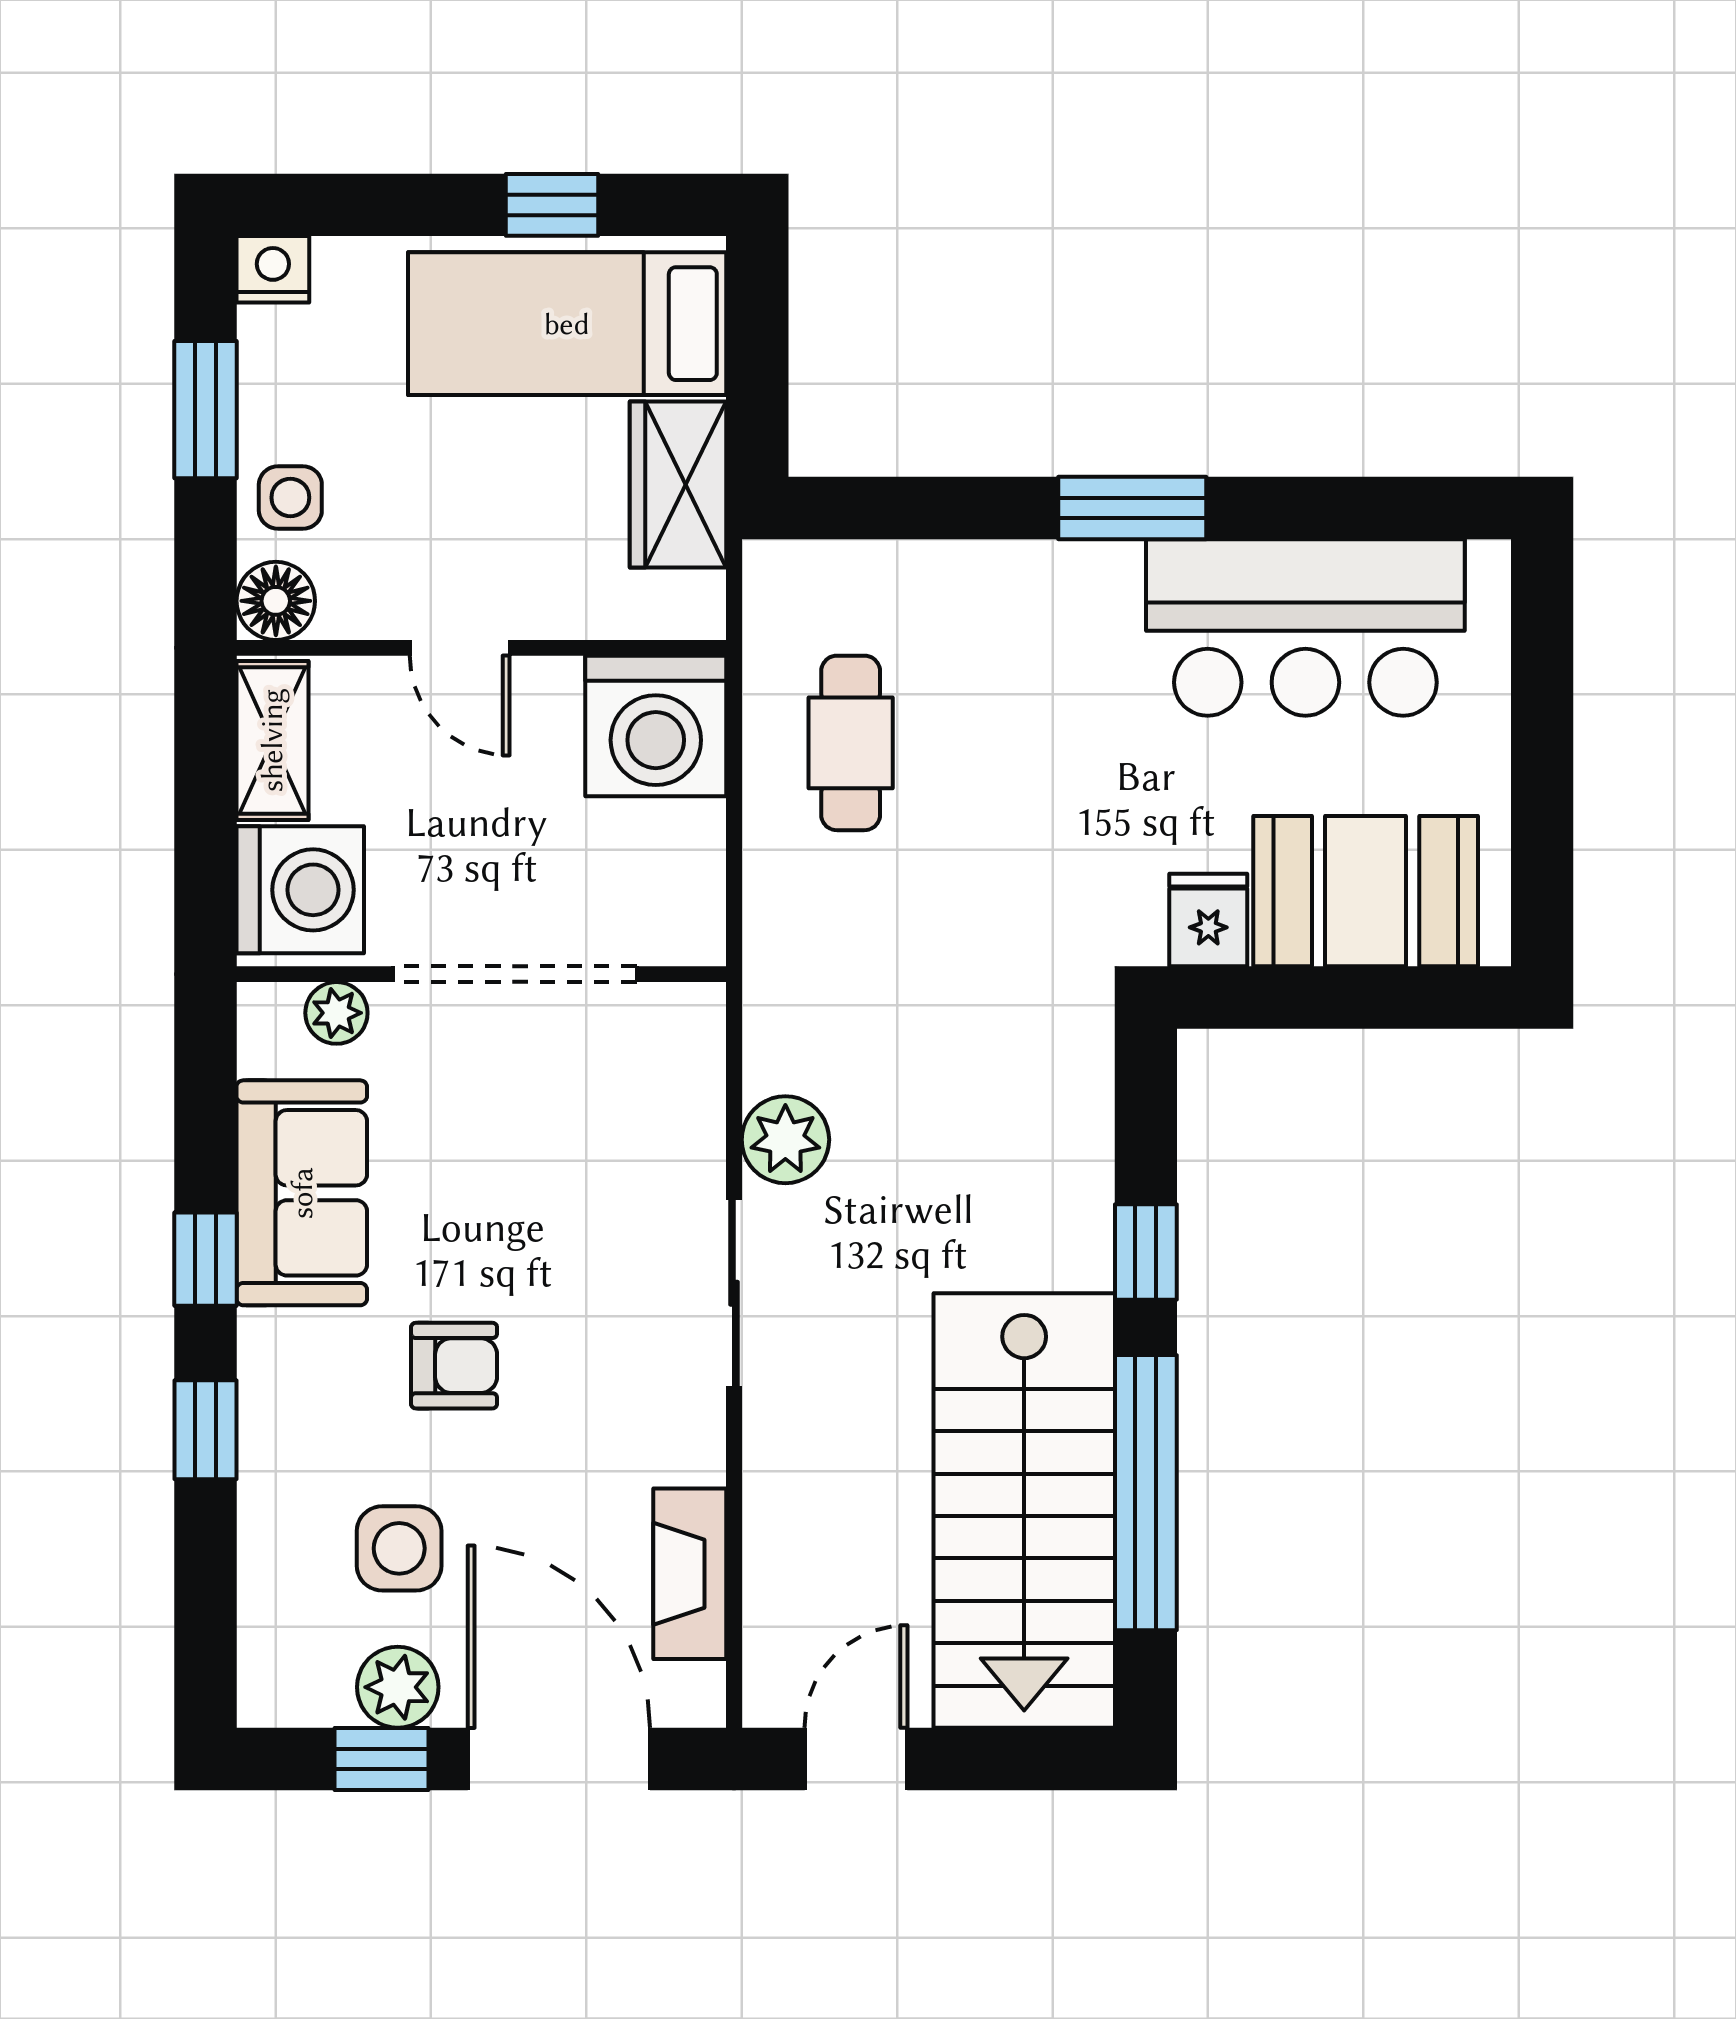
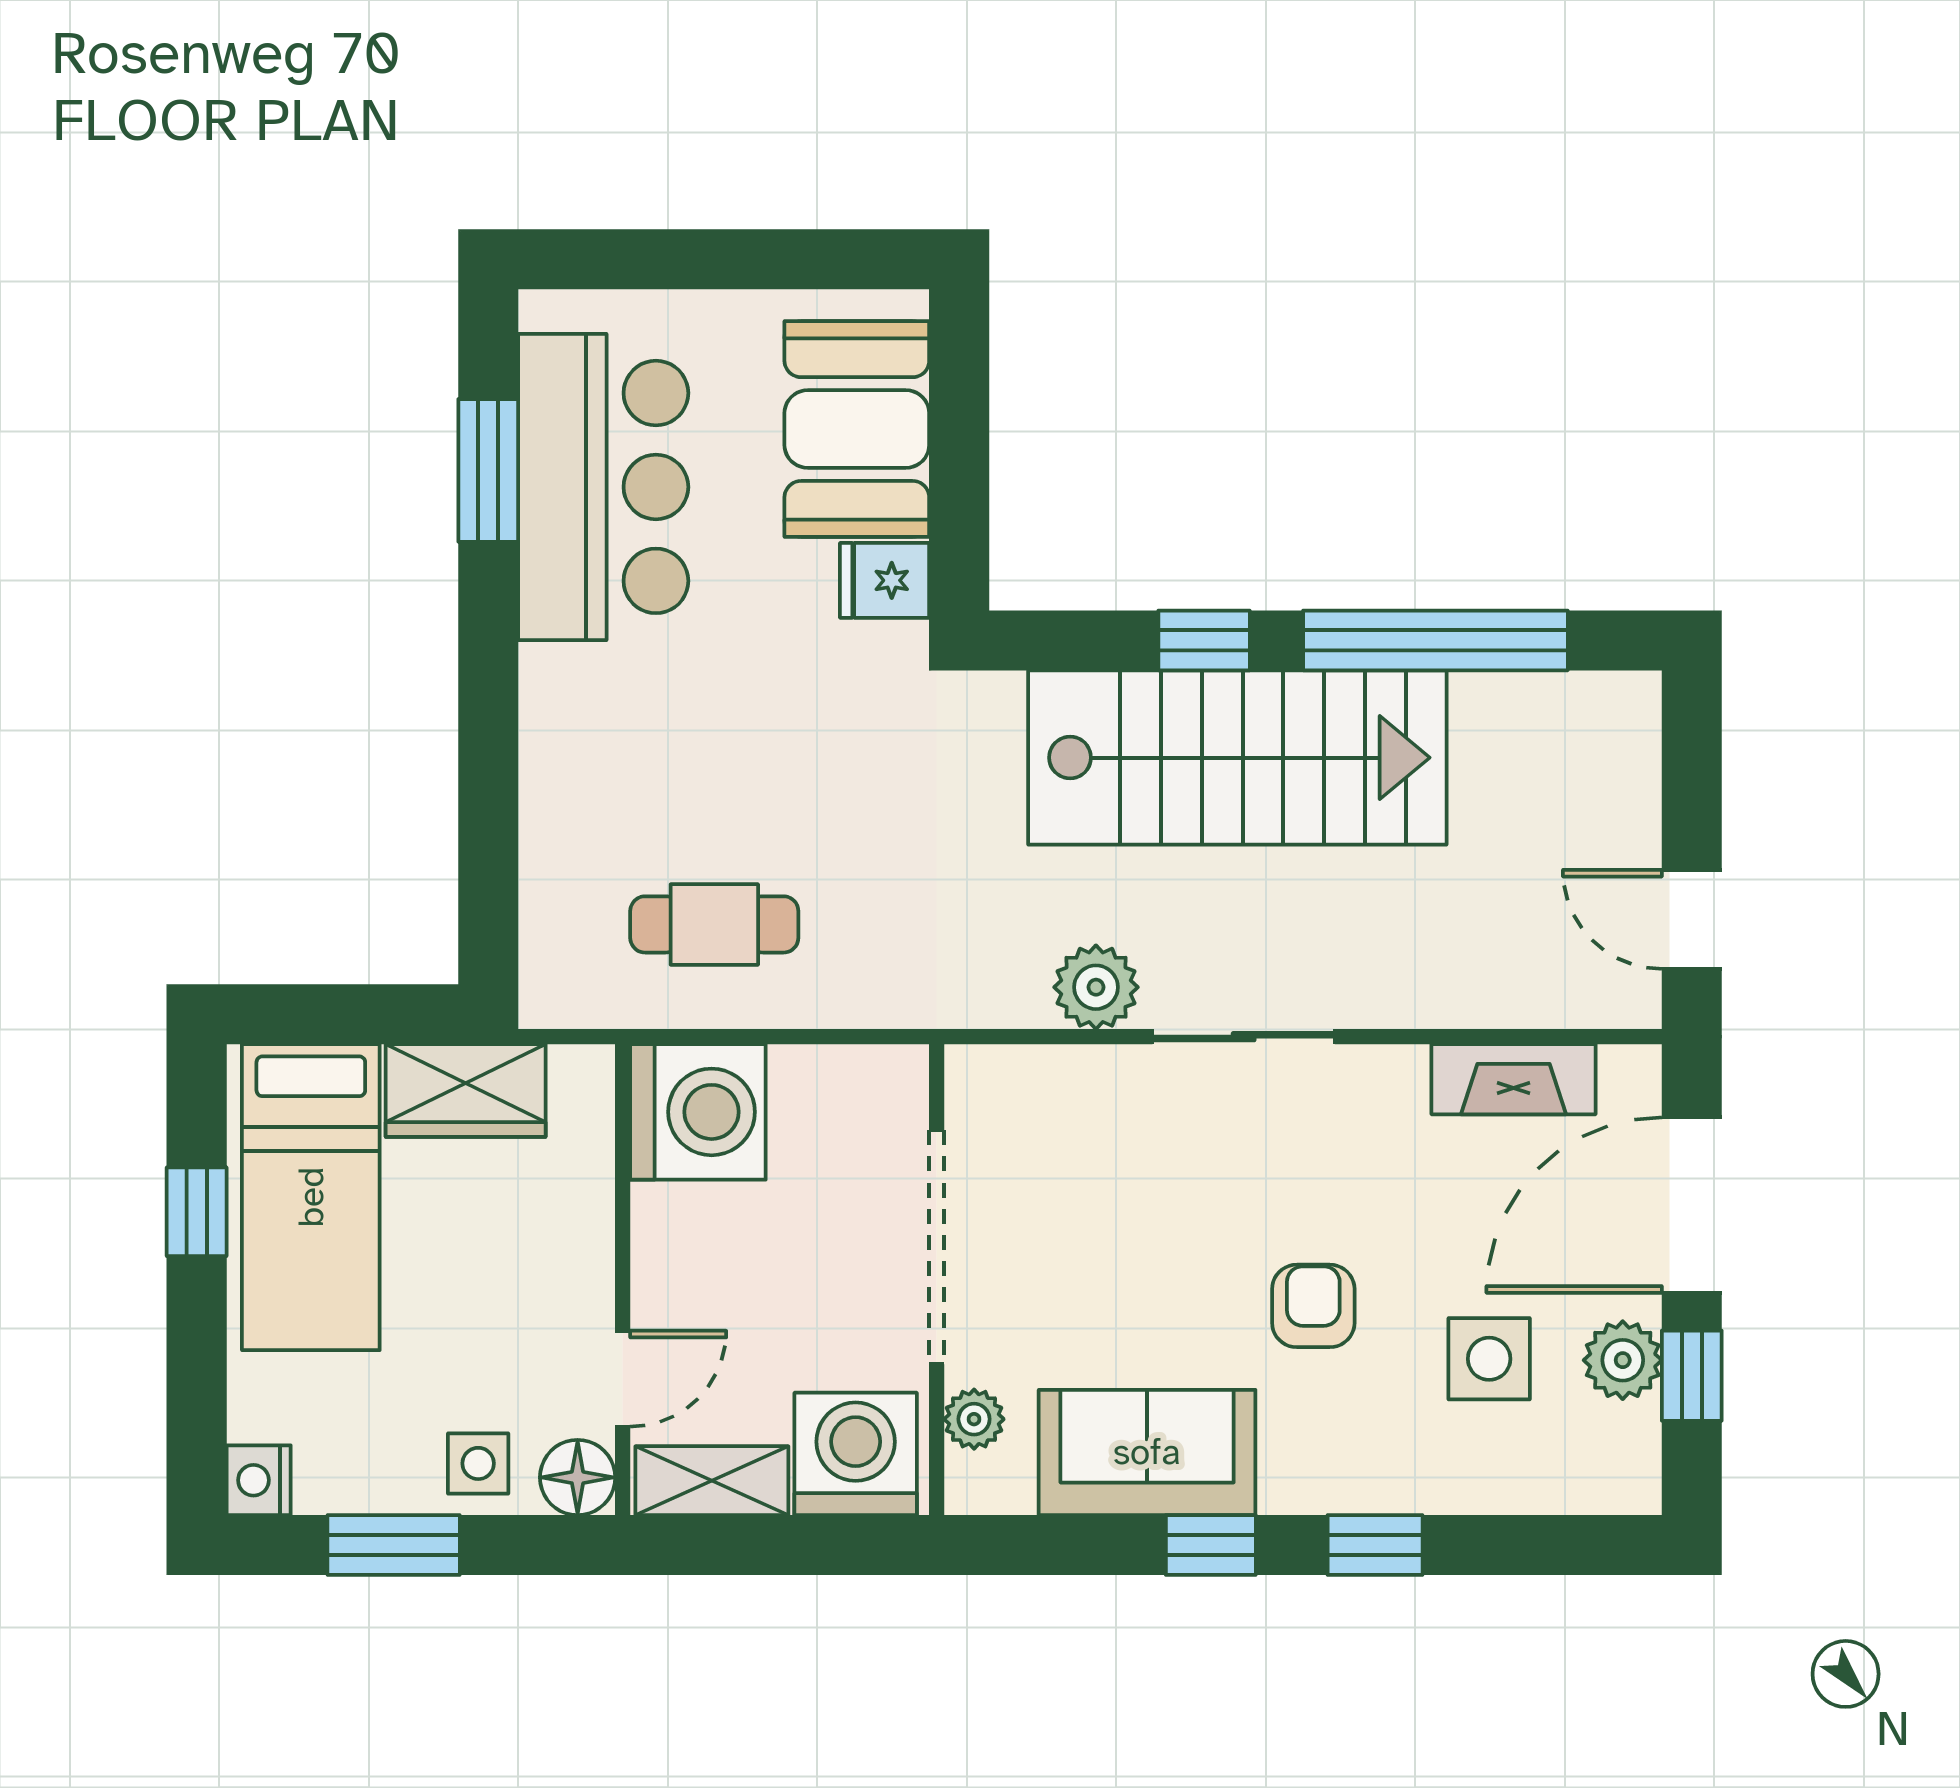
window: (1132, 508) -> (488, 470), moved
door: (460, 648) -> (623, 1379), moved
stairs: (1024, 1510) -> (1237, 758), moved

